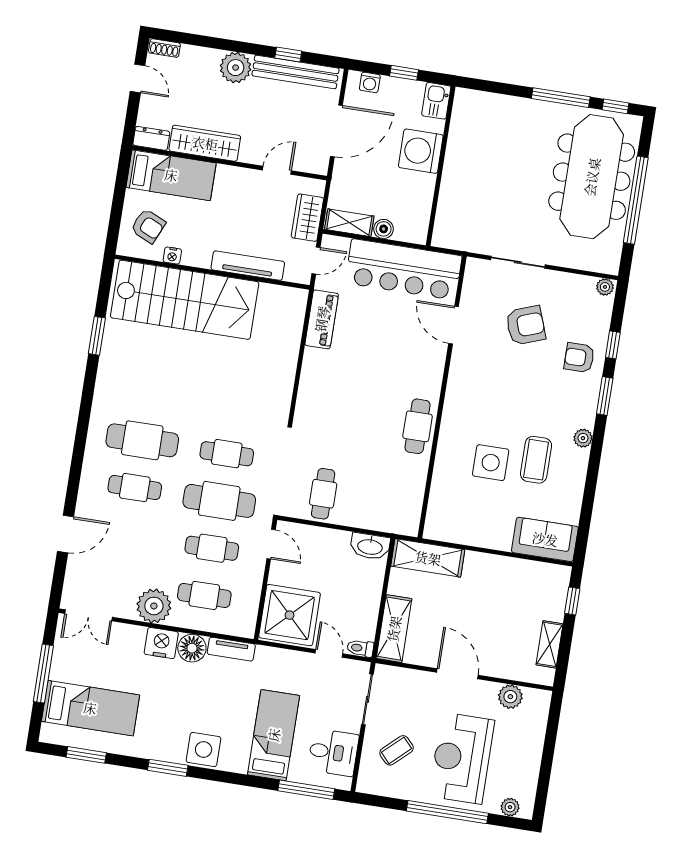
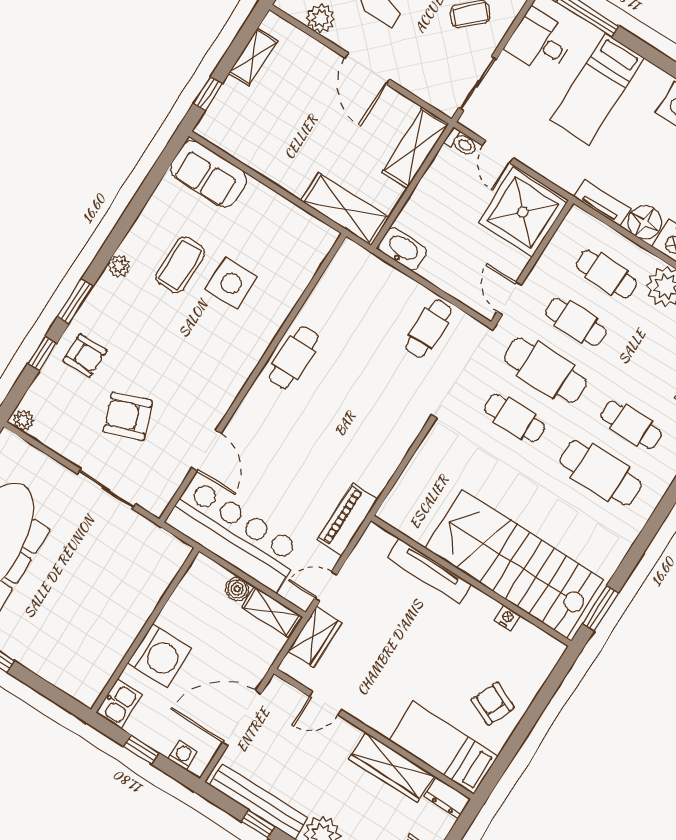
nightstand: (172, 256) -> (507, 618), moved
tv unit: (248, 266) -> (429, 571), moved
wall: (212, 272) -> (471, 581), moved
stairs: (185, 300) -> (514, 564), moved

